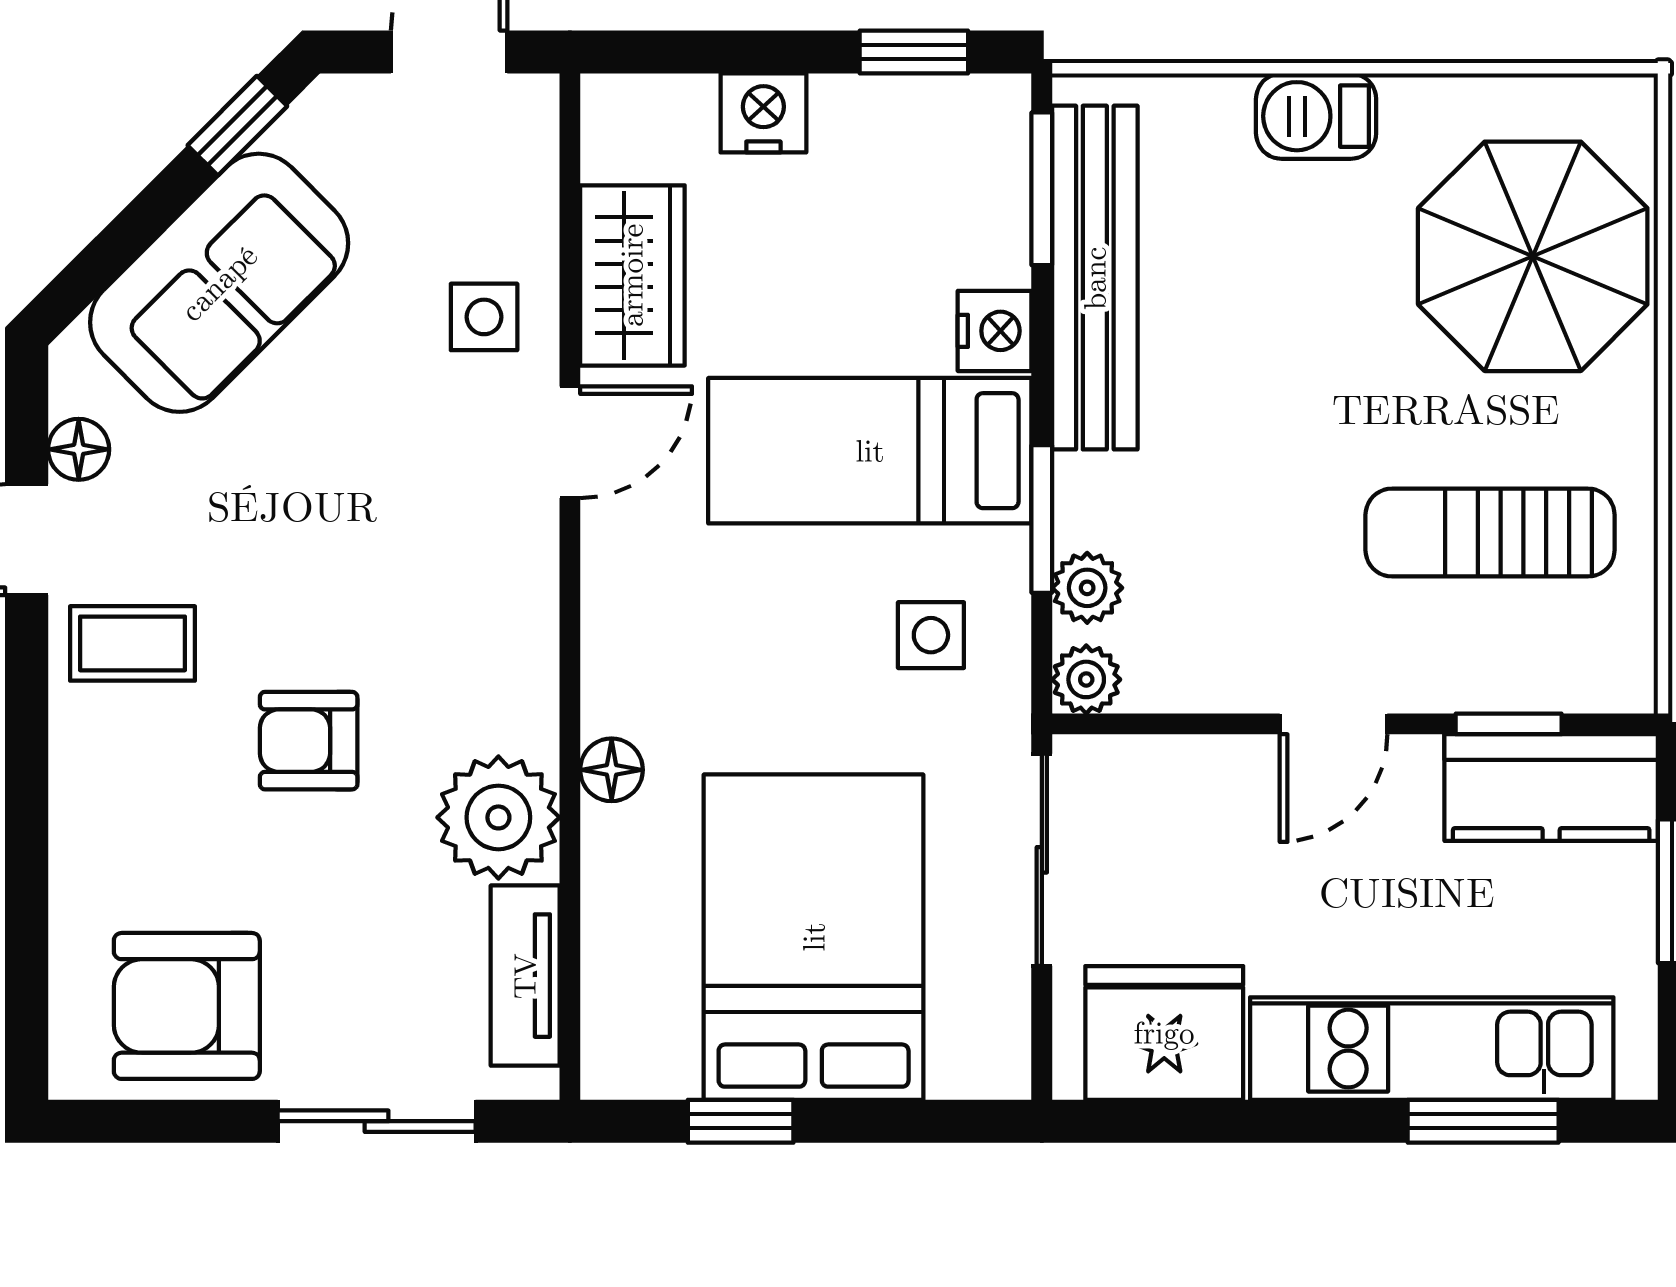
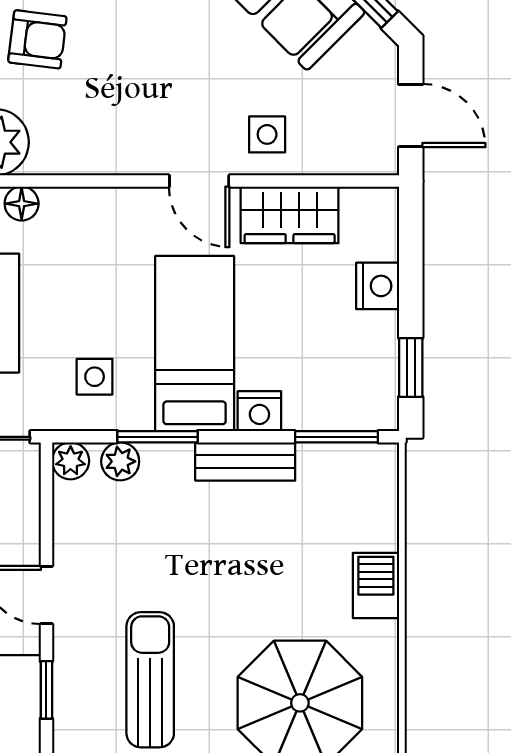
bench: (1095, 278) -> (245, 461), width x0.54, depth x0.82
armchair: (309, 741) -> (37, 39), turned 97

